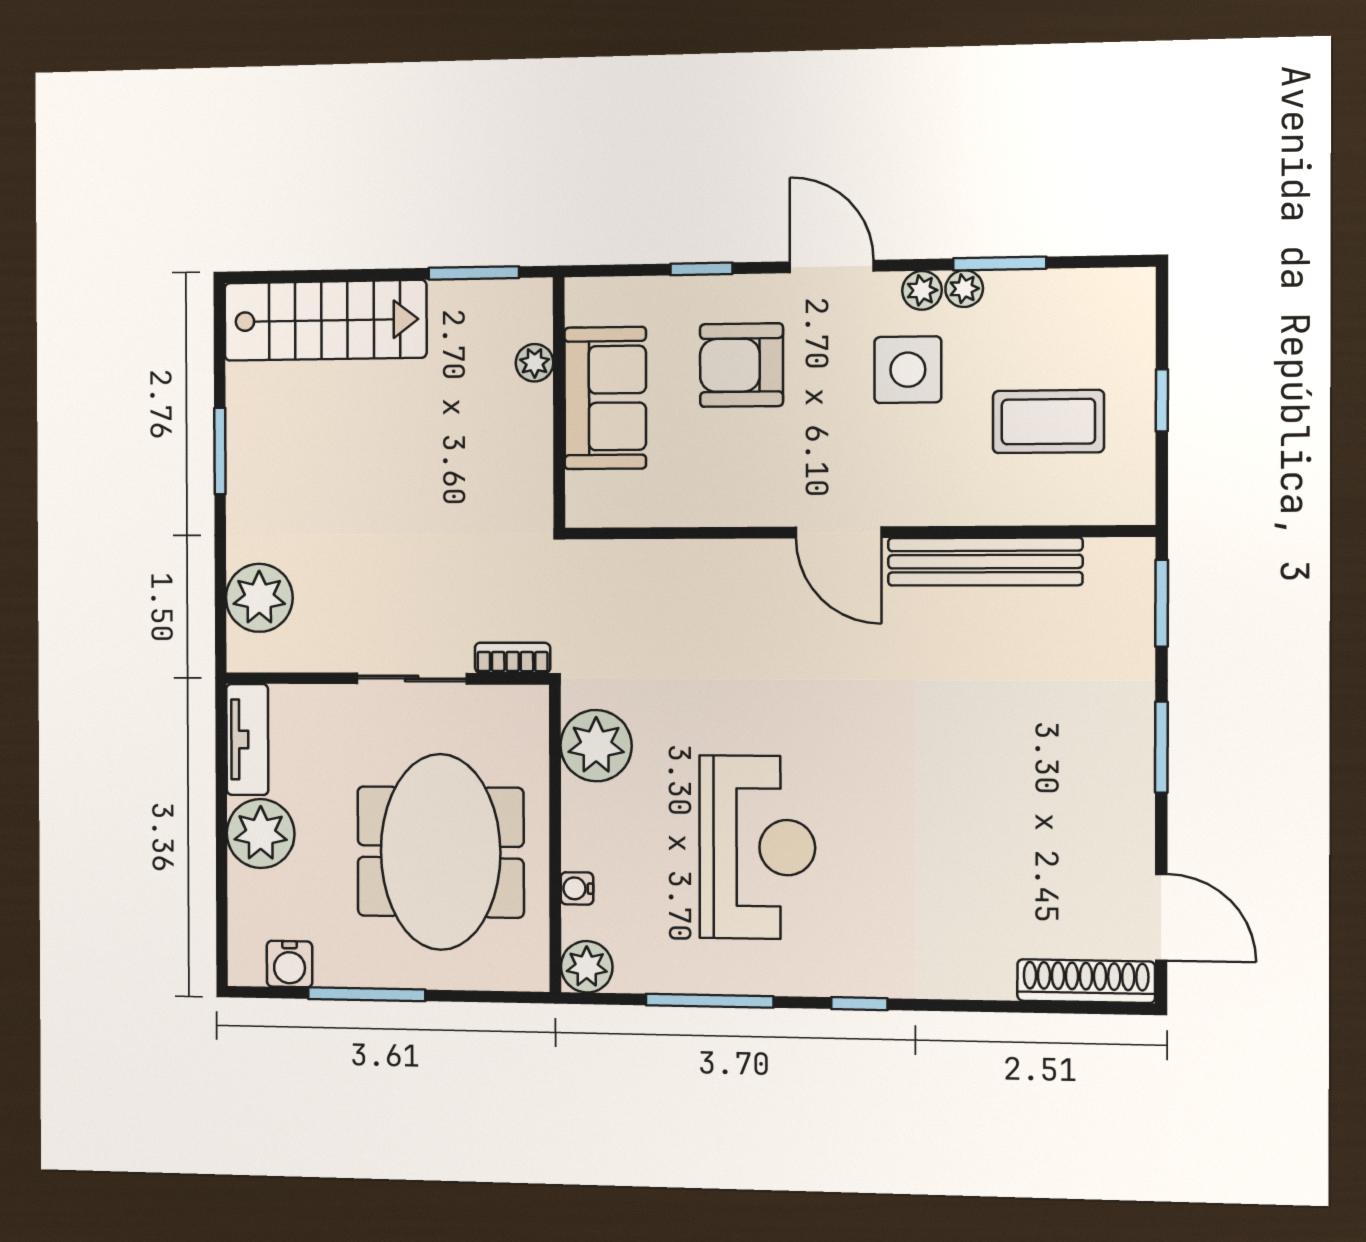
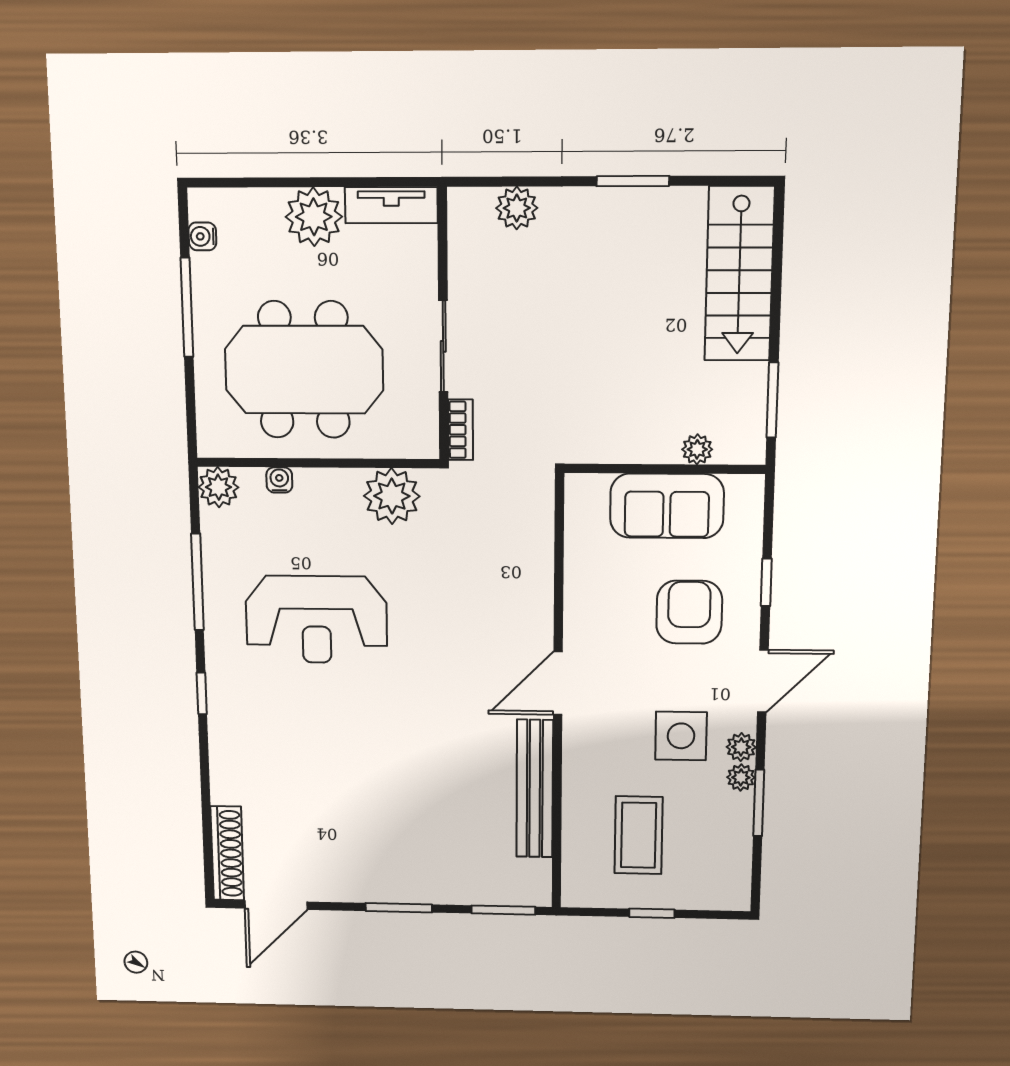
plant: (259, 598) -> (517, 208), width x0.73, depth x0.73
water cooler: (290, 964) -> (202, 236), width x0.72, depth x0.72

